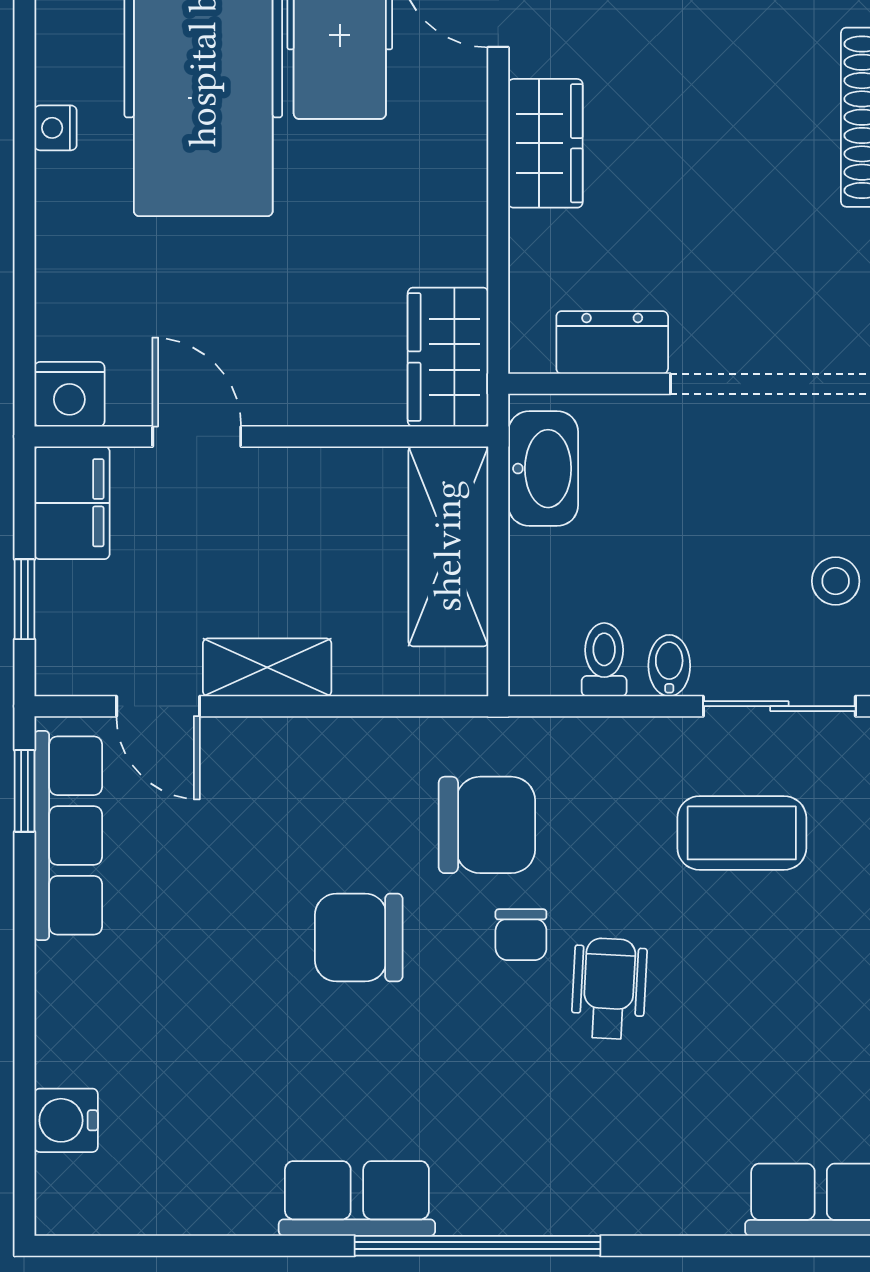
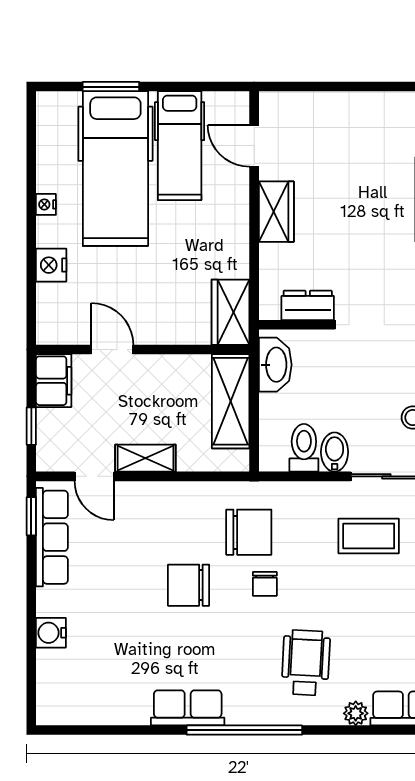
nightstand: (69, 394) -> (51, 265), moved, turned 90
toilet: (604, 660) -> (304, 448), width x1.37, depth x1.39
bidet: (669, 666) -> (335, 452), width x1.38, depth x1.36
wheelchair: (609, 989) -> (306, 663), moved, width x1.36, depth x1.37
water cooler: (66, 1120) -> (51, 633), moved
plant: (714, 1210) -> (356, 713), added

